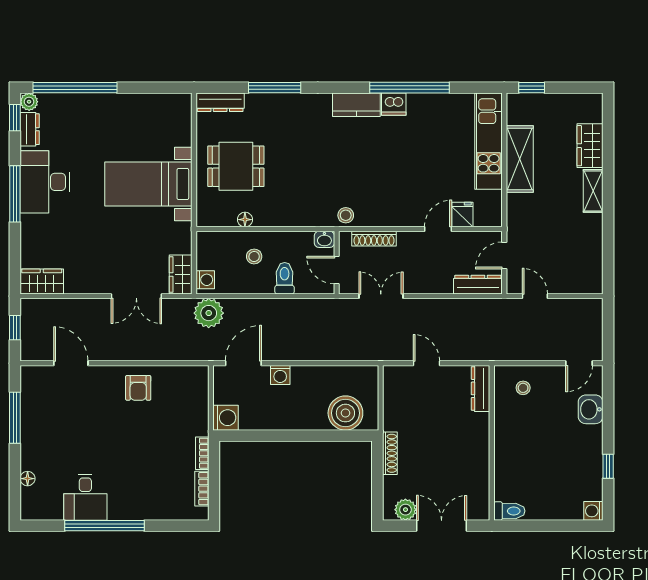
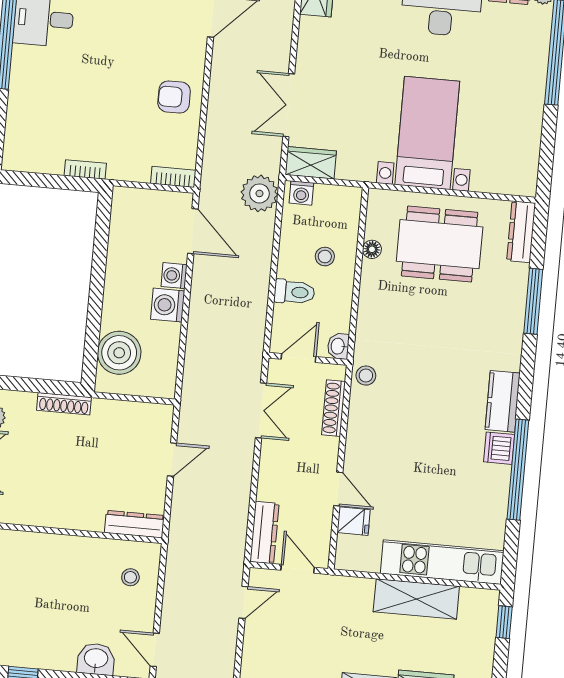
dining table: (236, 166) -> (440, 244), width x1.37
washing machine: (226, 418) -> (168, 305), moved, turned 90
bookcase: (202, 489) -> (173, 177), moved

